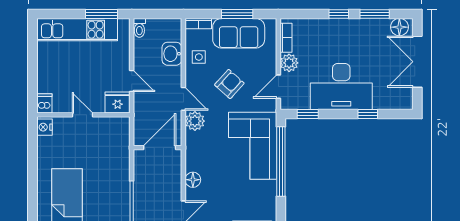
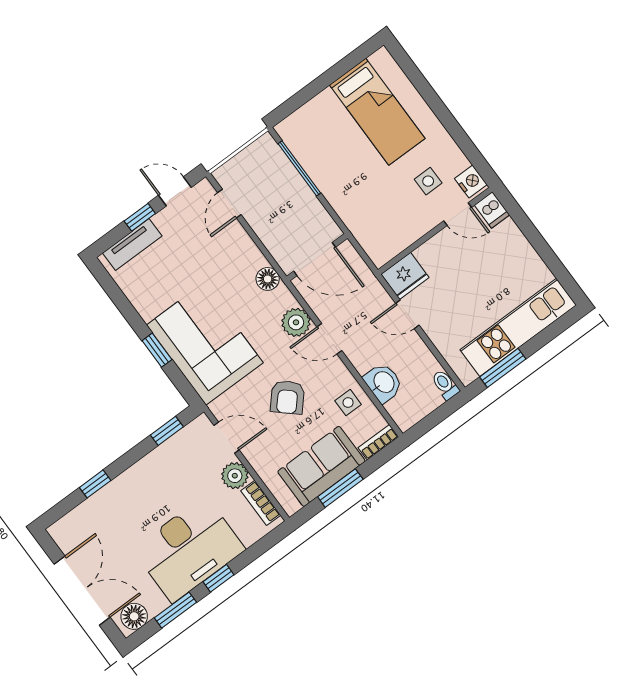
door: (278, 87) -> (227, 438), hinge flipped
desk: (341, 87) -> (189, 549), moved, turned 180
door: (83, 115) -> (458, 214), moved
side table: (67, 144) -> (428, 181), added
door: (160, 148) -> (315, 259), hinge flipped
window: (281, 162) -> (157, 350), width x0.32
floor lamp: (193, 180) -> (268, 279), moved

